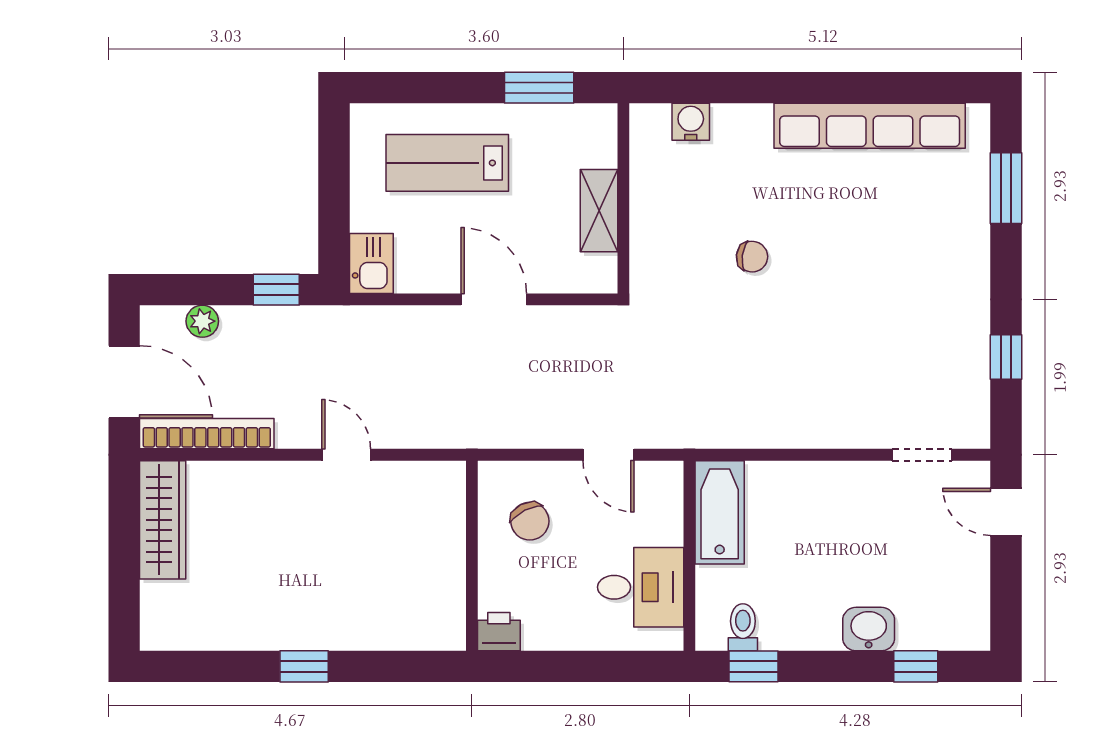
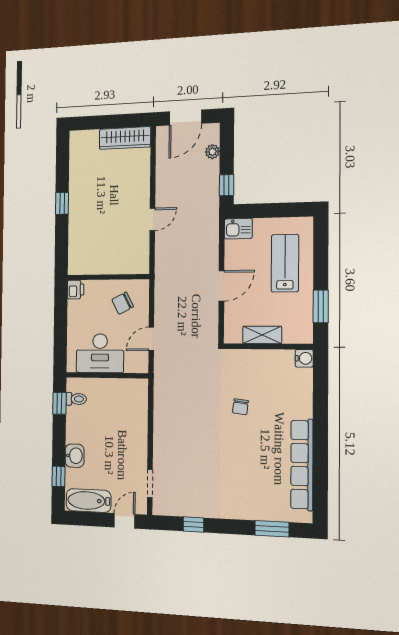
water cooler: (691, 122) -> (304, 358), moved
bookcase: (207, 434) -> (162, 156), removed
bathtub: (720, 512) -> (89, 501), moved, turned 180
desk: (641, 587) -> (100, 353), width x1.37

